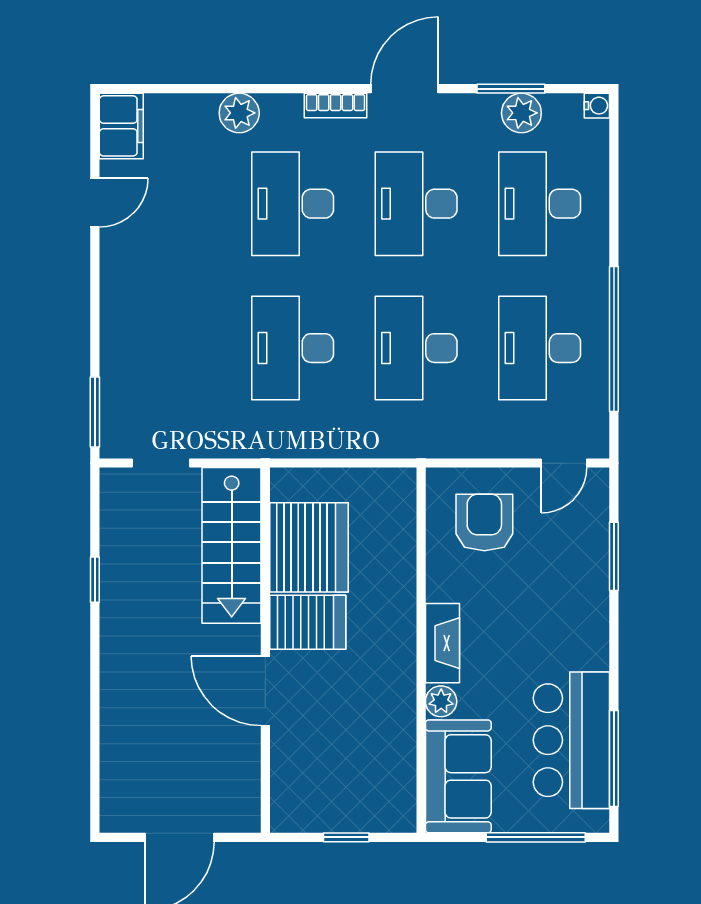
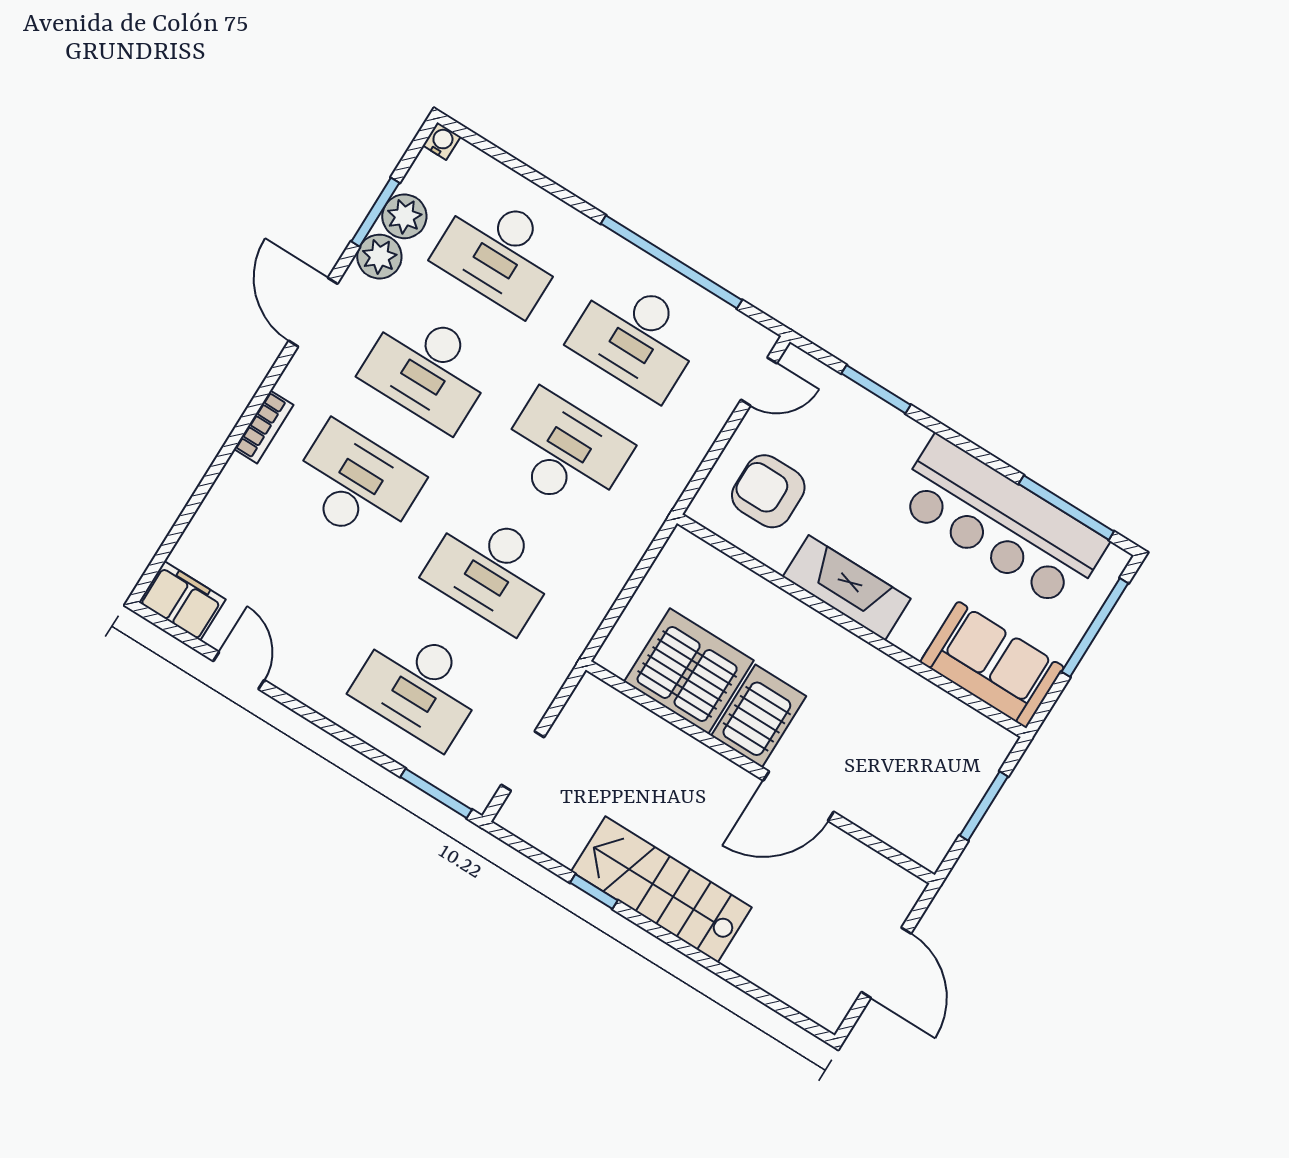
bookcase: (336, 106) -> (264, 427), moved
plant: (239, 113) -> (379, 257), moved
desk: (293, 204) -> (356, 485), turned 180
desk: (169, 348) -> (419, 686), added
desk: (416, 348) -> (564, 453), turned 180
door: (564, 463) -> (759, 382), hinge flipped
stairs: (232, 545) -> (661, 889), moved, turned 180
fireplace: (442, 643) -> (847, 588), width x1.37, depth x1.32
plant: (441, 701) -> (911, 637), removed
bar counter: (571, 740) -> (1001, 522), width x1.36
window: (346, 837) -> (984, 806), width x1.50

